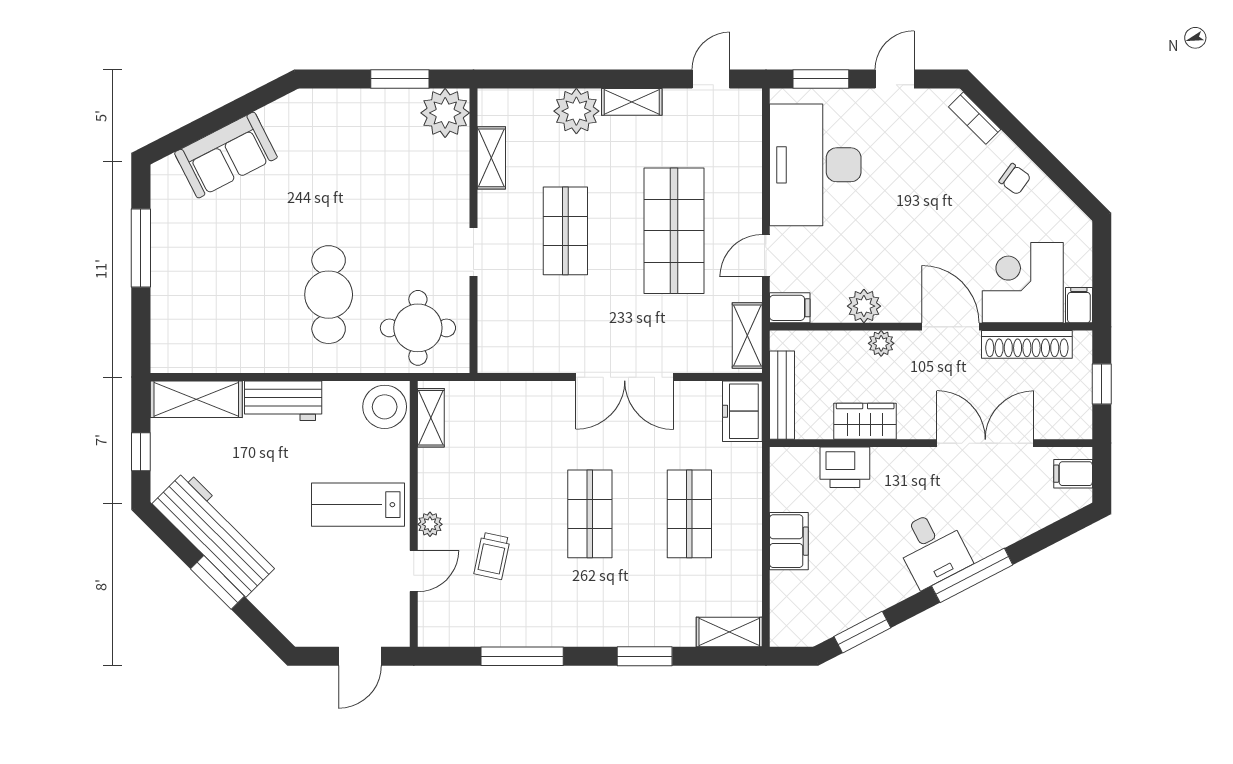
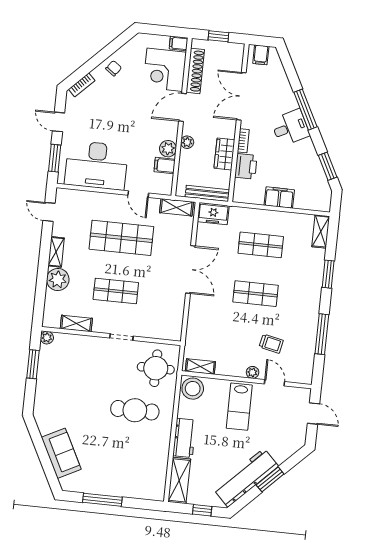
plant: (445, 113) -> (47, 338), width x0.53, depth x0.53
filing cabinet: (790, 308) -> (165, 165), moved, turned -90
bookcase: (896, 456) -> (243, 141), added

